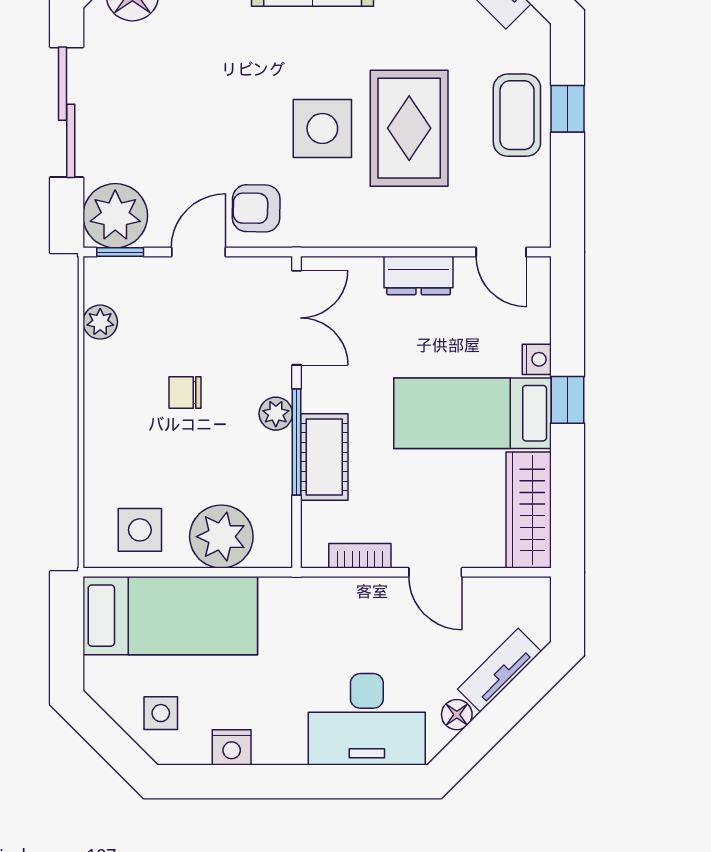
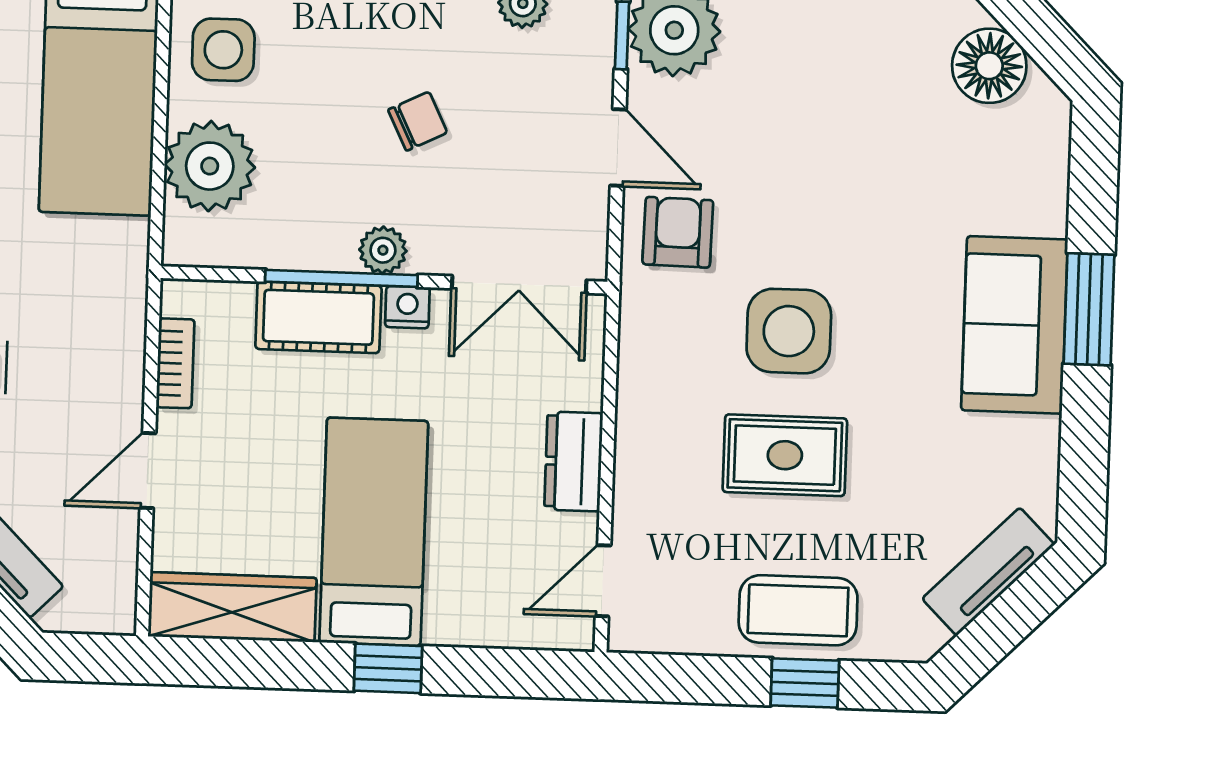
rug: (409, 128) -> (785, 455), width x0.73, depth x0.70
nightstand: (537, 359) -> (407, 307), moved, turned 180
chair: (185, 393) -> (418, 121), turned 64

